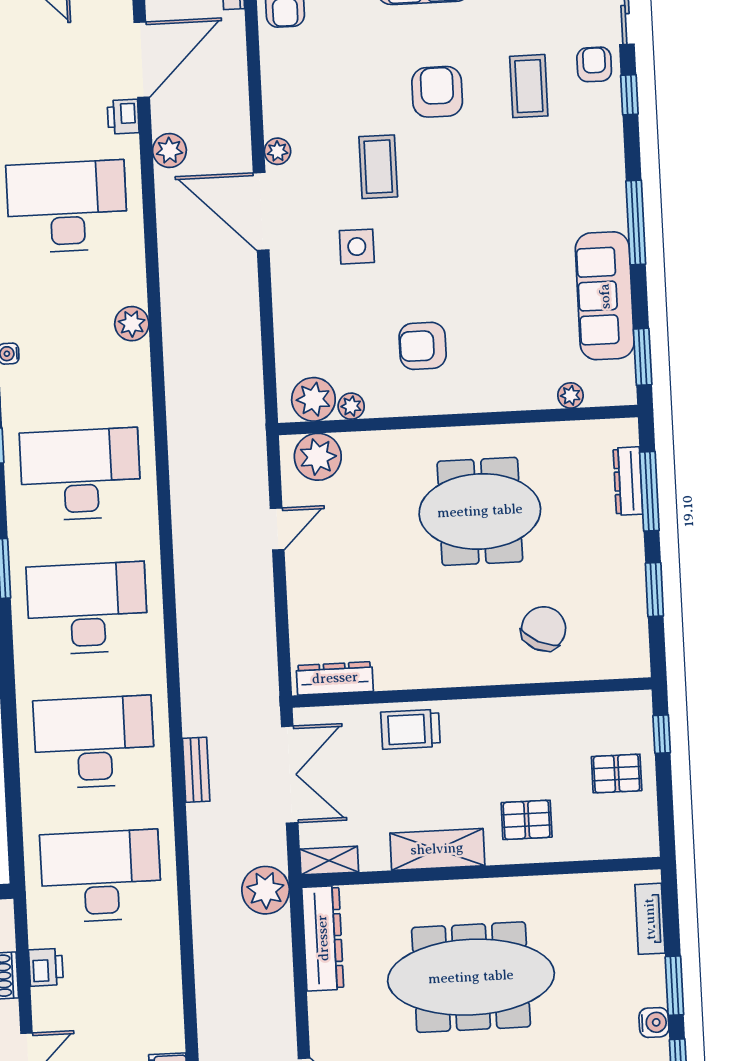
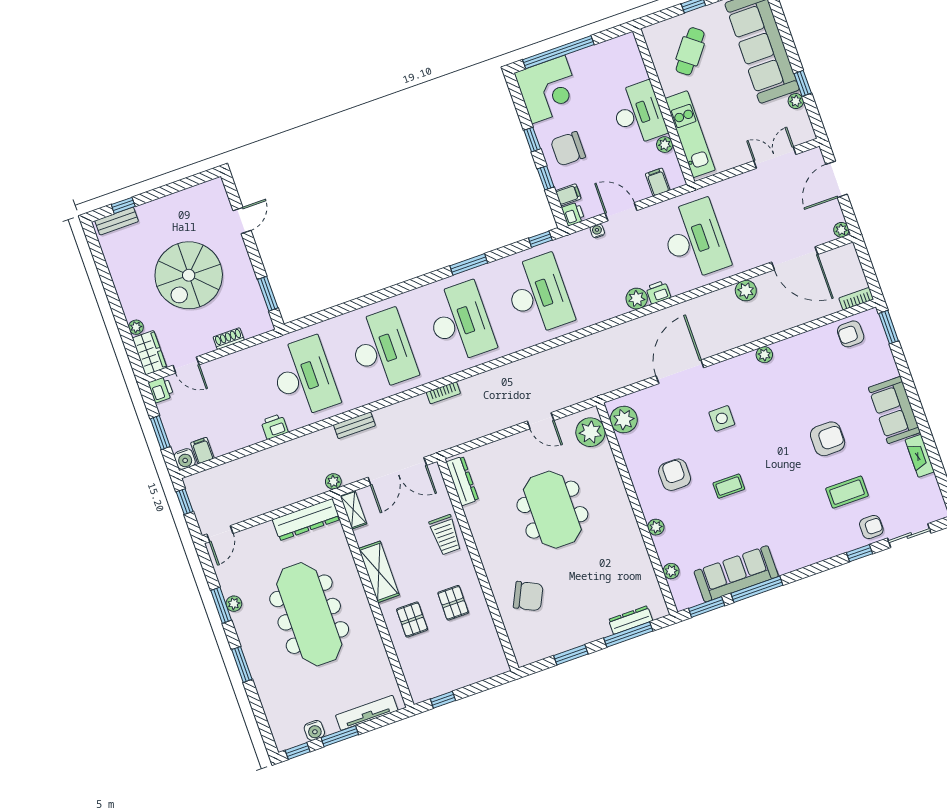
printer: (123, 117) -> (658, 292), moved
coffee table: (378, 167) -> (729, 486), moved, width x0.73, depth x0.77
door: (261, 211) -> (680, 372), moved
window: (636, 223) -> (757, 589), moved
plant: (351, 406) -> (656, 527), moved
meeting table: (480, 511) -> (552, 510), moved
bookcase: (189, 667) -> (443, 393), added
trolley: (410, 729) -> (445, 535), turned 180
window: (662, 734) -> (443, 700), moved
bench: (196, 770) -> (354, 425), moved
pallet: (617, 774) -> (453, 603), moved
plant: (266, 890) -> (333, 481), width x0.53, depth x0.53
tv unit: (650, 919) -> (367, 713), width x1.41
printer: (46, 967) -> (274, 427), moved, turned 180

